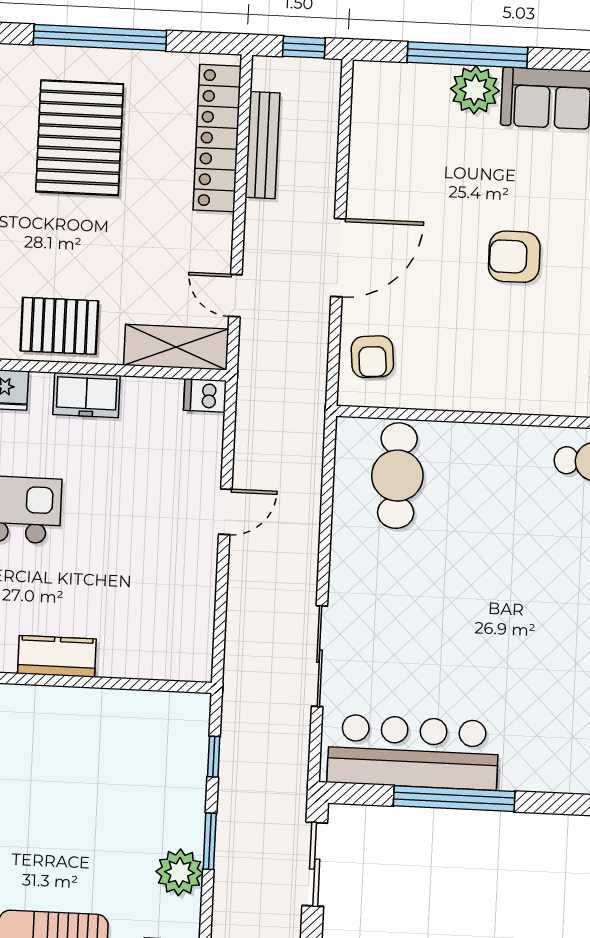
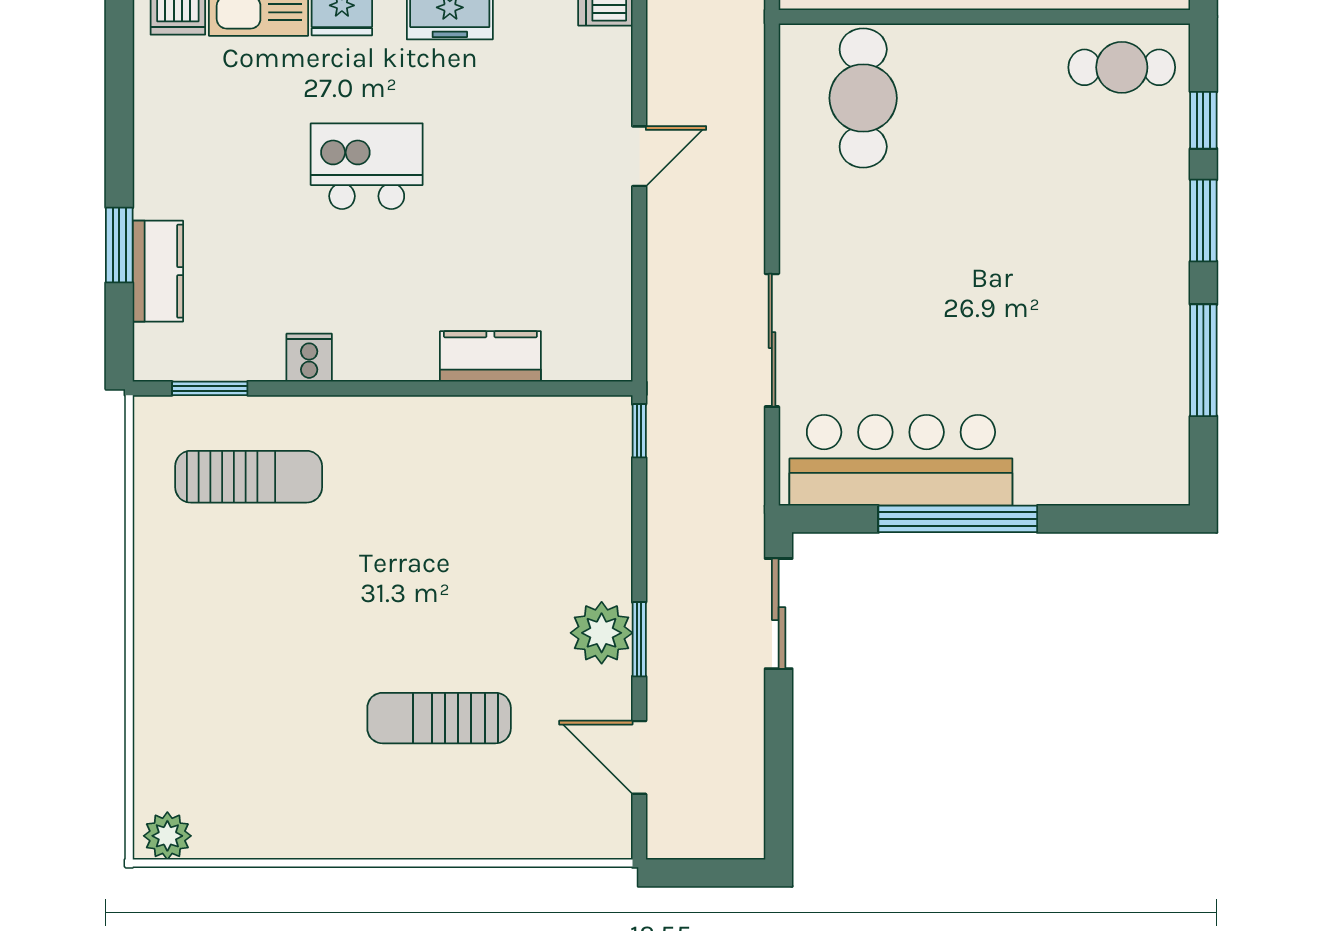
kitchen counter: (57, 656) -> (490, 356), moved
window: (214, 757) -> (639, 431), moved
window: (210, 841) -> (639, 639), moved

